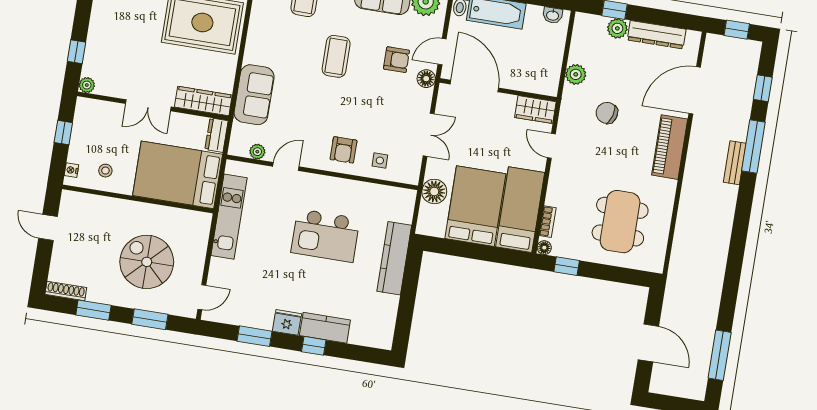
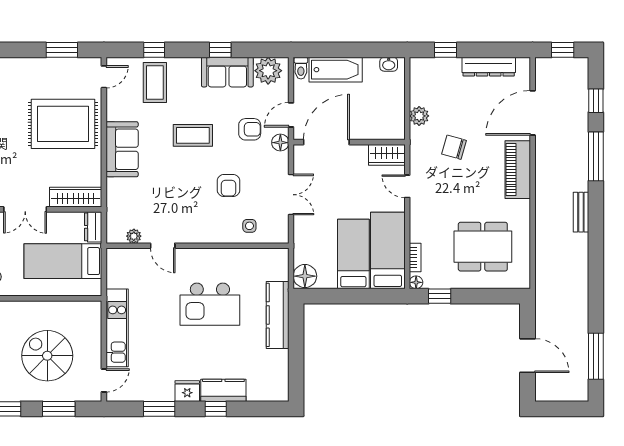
plant: (617, 28) -> (451, 67), removed
coffee table: (336, 56) -> (193, 135), turned 90
door: (474, 86) -> (326, 142), hinge flipped
sofa: (254, 95) -> (122, 149), moved
armchair: (344, 150) -> (228, 185), moved
bench: (735, 163) -> (581, 212), moved
door: (286, 166) -> (163, 246), swing flipped
bed: (178, 175) -> (63, 261), width x0.67
floor lamp: (434, 191) -> (305, 276), moved
bed: (475, 206) -> (353, 254), width x0.67
kitchen unit: (229, 217) -> (117, 328), moved
dining table: (620, 222) -> (483, 247), turned 90

